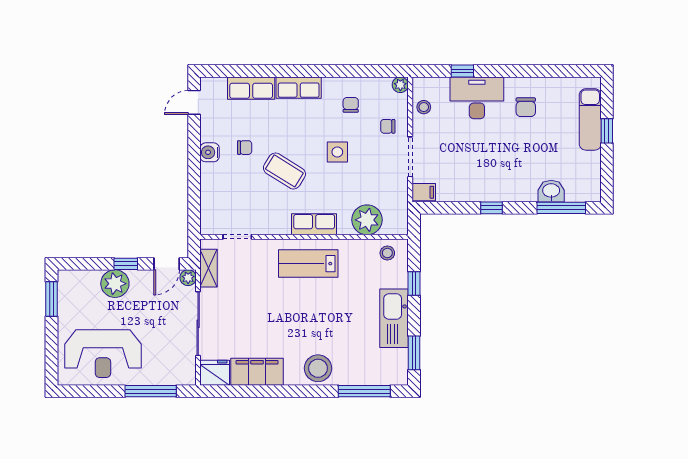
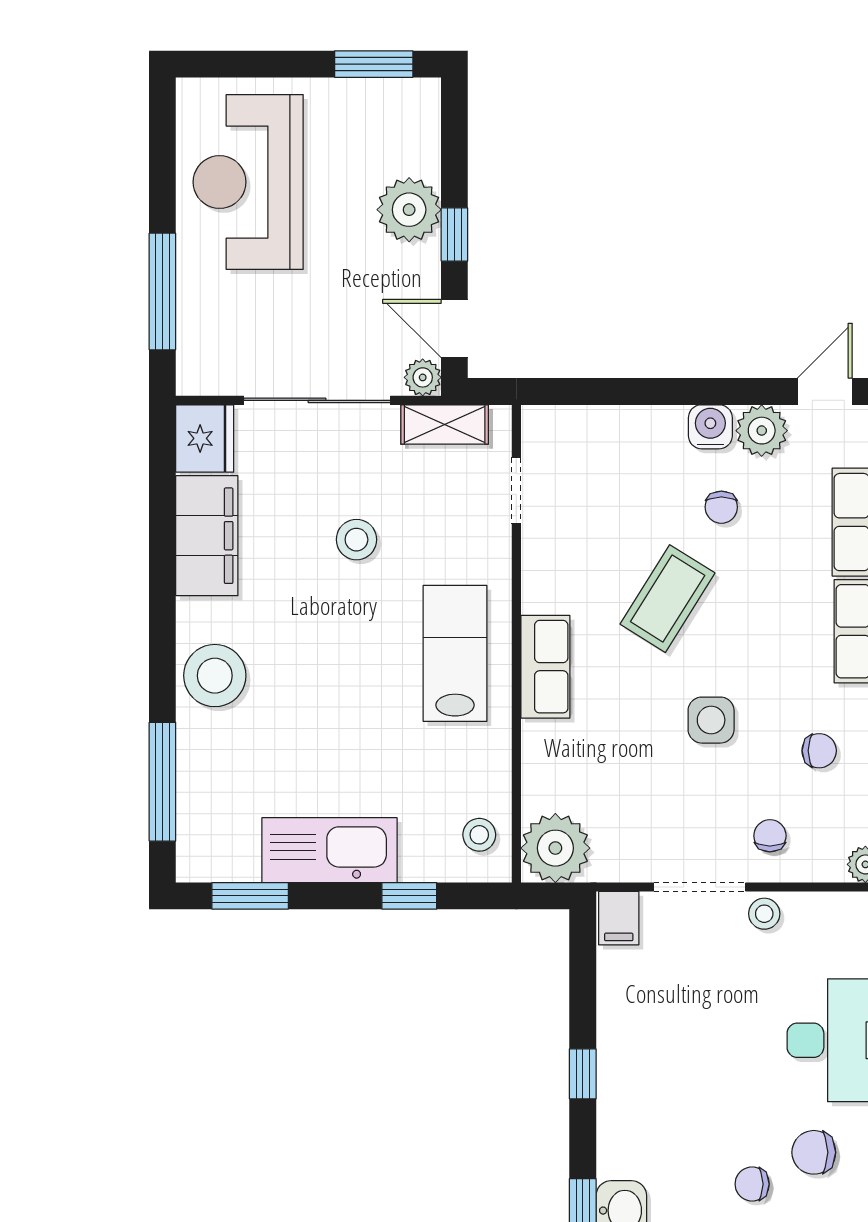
door: (194, 102) -> (825, 391), hinge flipped
stool: (424, 107) -> (764, 914), moved
plant: (211, 130) -> (762, 431), added
chair: (540, 134) -> (752, 1184), added
plant: (367, 220) -> (555, 848), moved
stool: (259, 307) -> (356, 540), added

